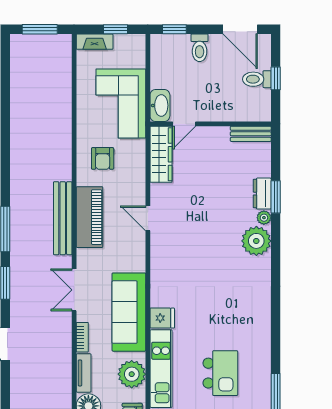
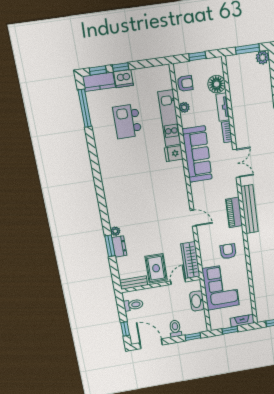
window: (276, 78) -> (125, 329), moved
toilet: (257, 79) -> (133, 305), moved
washbasin: (160, 105) -> (197, 301), moved
rug: (214, 151) -> (156, 268), added
piano: (89, 217) -> (234, 212), width x0.73, depth x0.75
plant: (256, 241) -> (118, 215), removed
plant: (132, 374) -> (184, 107), width x0.53, depth x0.53

